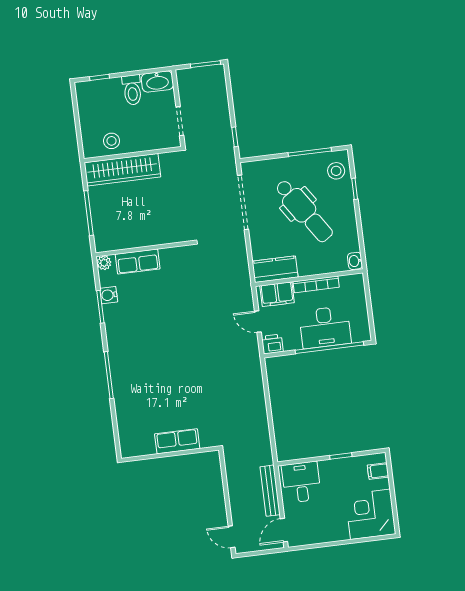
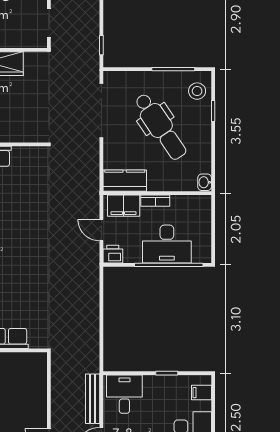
bookcase: (316, 284) -> (155, 201), width x0.64

